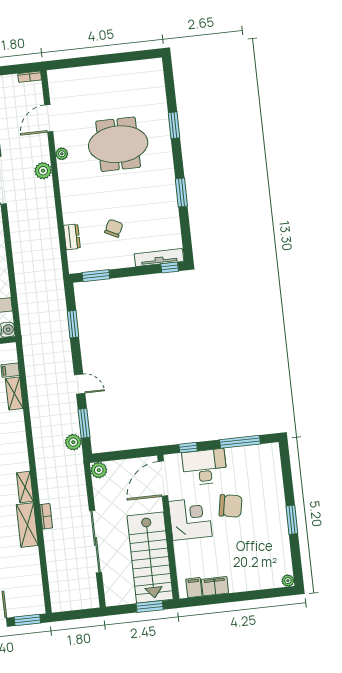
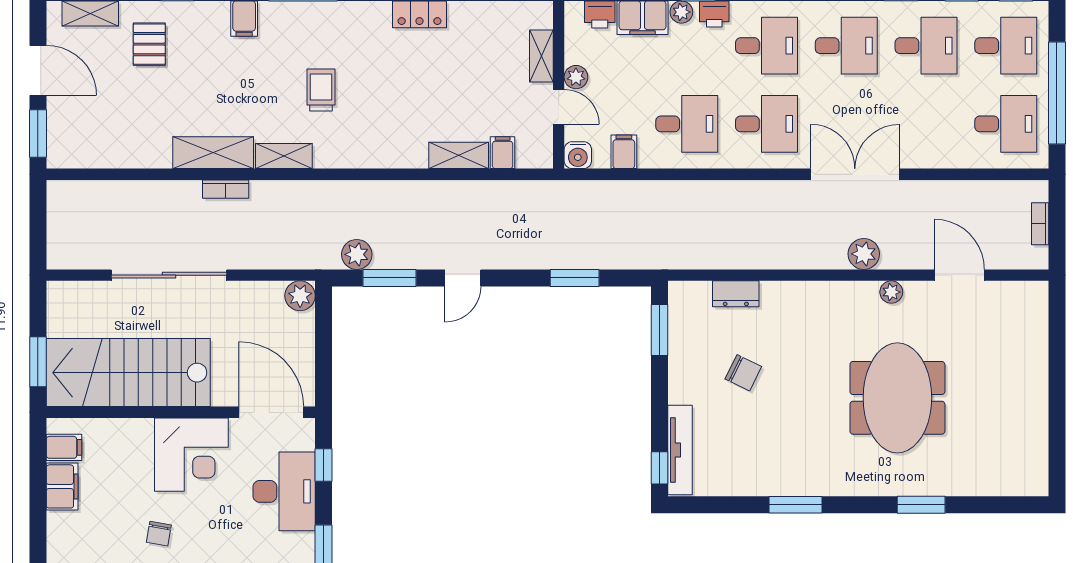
bookcase: (30, 77) -> (1040, 224), moved
chair: (231, 506) -> (159, 534), moved, width x0.54, depth x0.54

